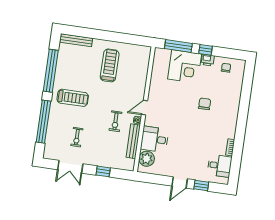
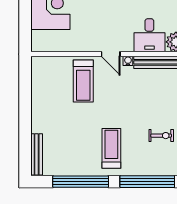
window: (178, 46) -> (25, 22), removed
treadmill: (110, 65) -> (83, 81), moved, turned -90
exercise bike: (115, 121) -> (133, 89), removed

